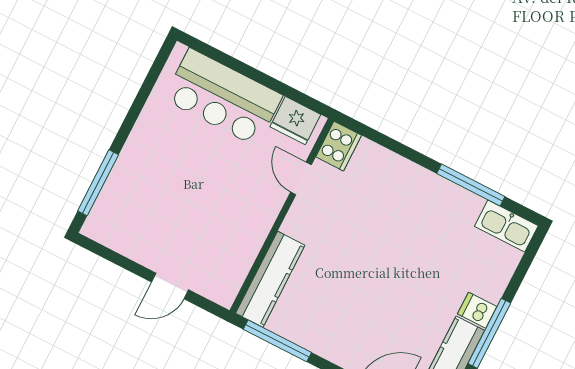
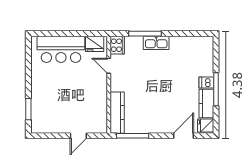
window: (98, 183) -> (28, 109), width x0.69
window: (471, 185) -> (145, 34), moved
kitchen sink: (506, 226) -> (156, 43), moved

